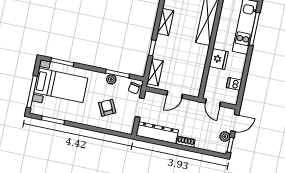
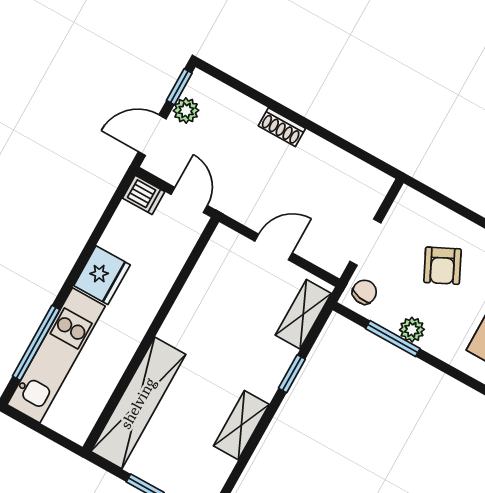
fridge: (219, 59) -> (102, 275), moved, turned 180
dishwasher: (234, 84) -> (144, 195), moved
dresser: (157, 133) -> (343, 170), removed

